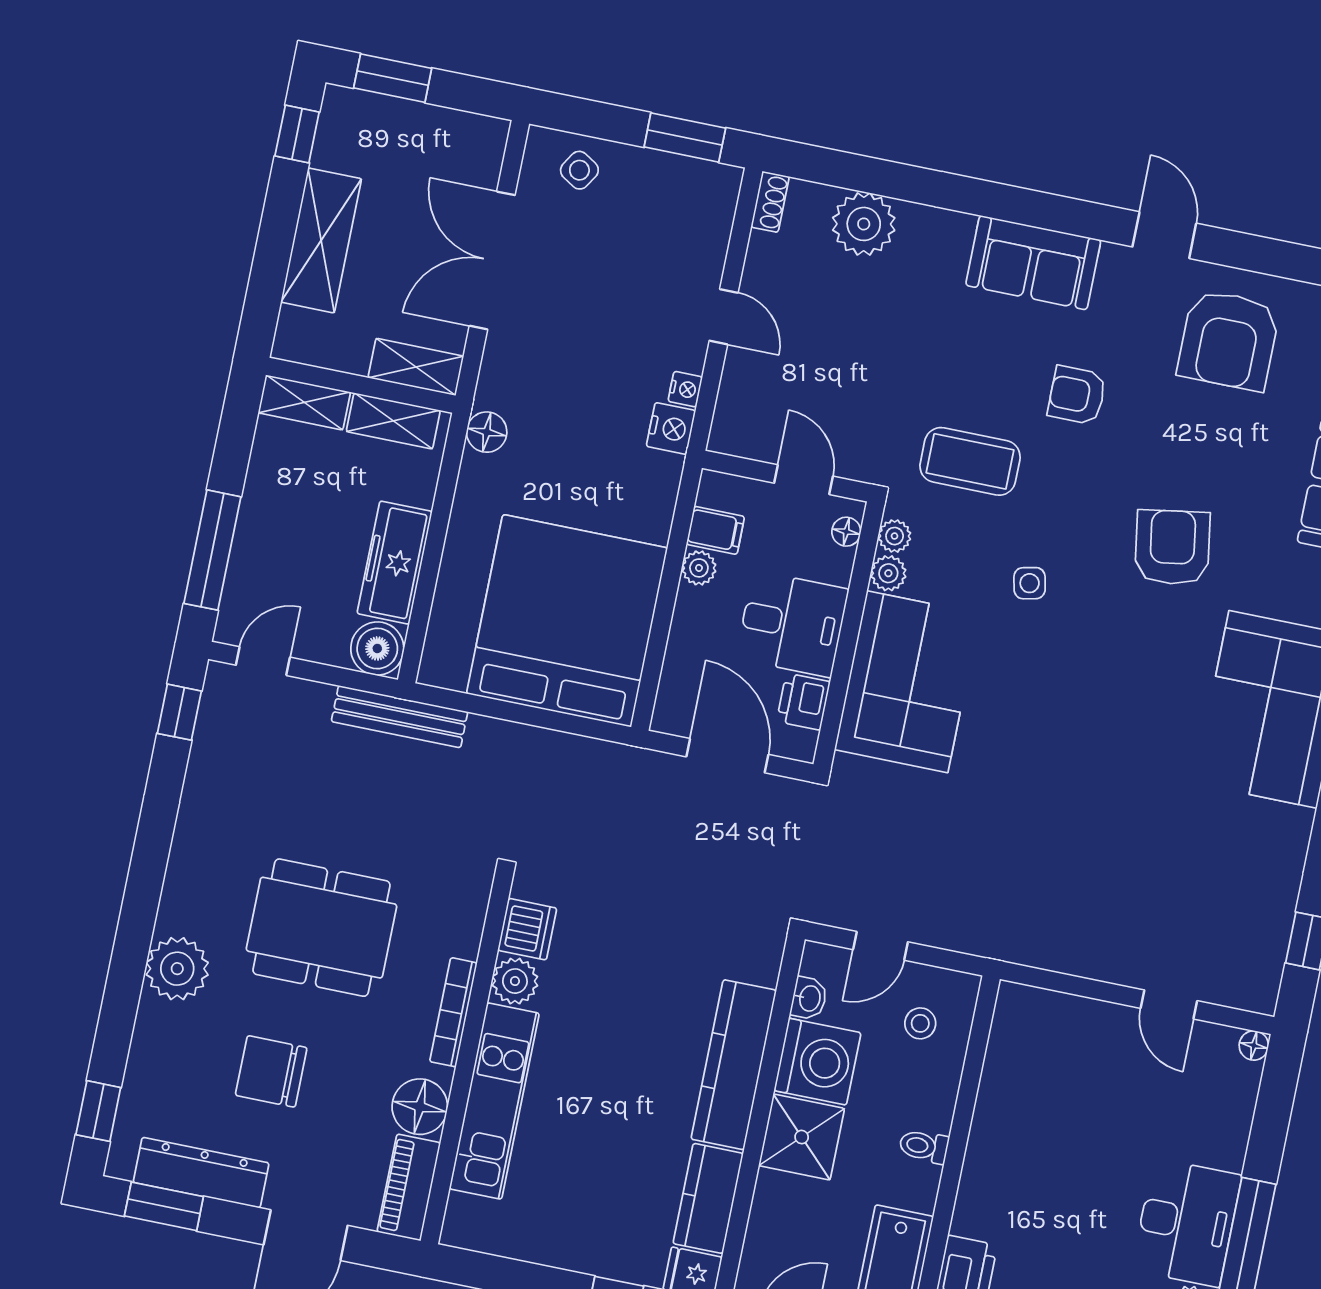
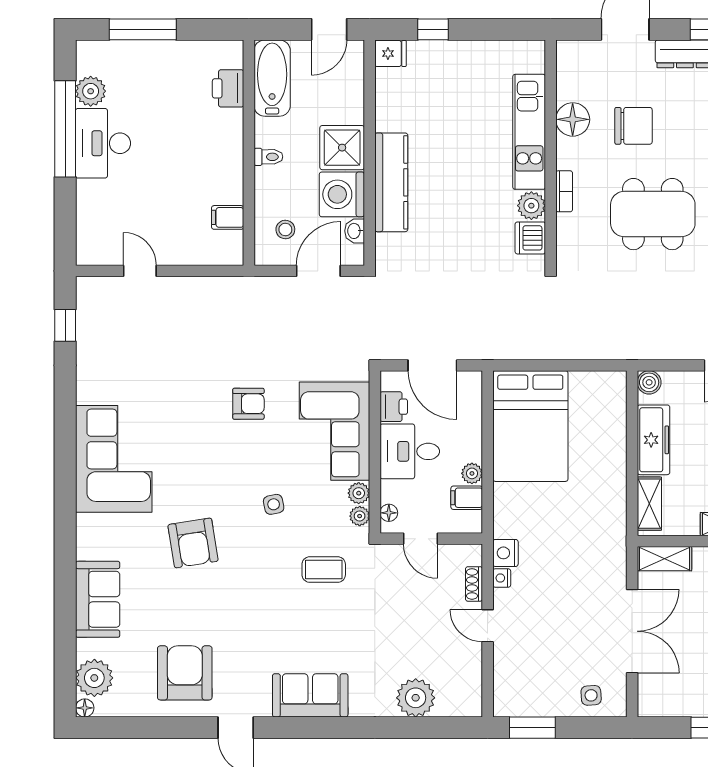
side table: (579, 170) -> (591, 695), turned -36
shoe rack: (770, 202) -> (474, 584), moved
armchair: (1077, 395) -> (248, 404), moved
shelving: (393, 421) -> (649, 504), moved, turned 90
floor lamp: (487, 432) -> (615, 528), removed
coffee table: (970, 461) -> (324, 570), width x0.73, depth x0.77
bed: (567, 621) -> (530, 426), width x0.73
boiler: (377, 648) -> (649, 382), width x0.73, depth x0.73
bench: (400, 717) -> (632, 349), removed
door: (880, 946) -> (318, 271), width x1.38
bookcase: (453, 1012) -> (564, 191), width x0.64
floor lamp: (1254, 1046) -> (84, 257), removed
filing cabinet: (1010, 1062) -> (228, 217), added
chair: (271, 1071) -> (633, 126), moved
piano: (409, 1187) -> (569, 70), removed
kitchen counter: (708, 1198) -> (390, 100), removed

